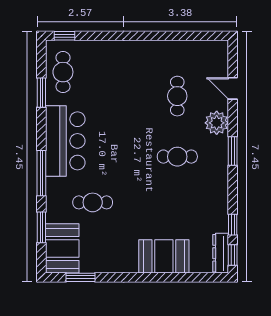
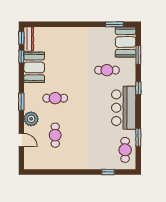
window: (64, 36) -> (108, 172), moved
window: (41, 173) -> (138, 88), width x0.46
booth: (164, 256) -> (34, 67), moved, turned 90

